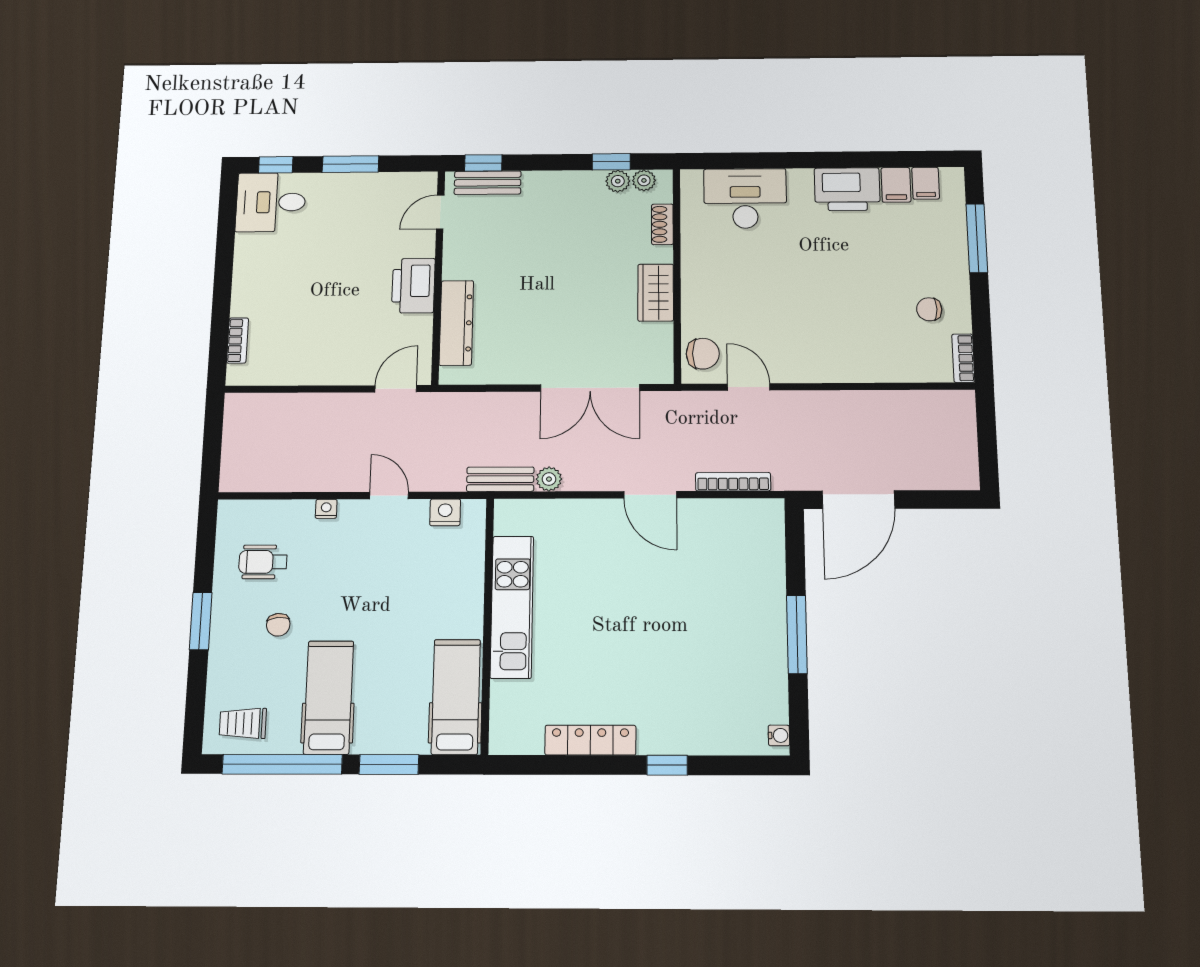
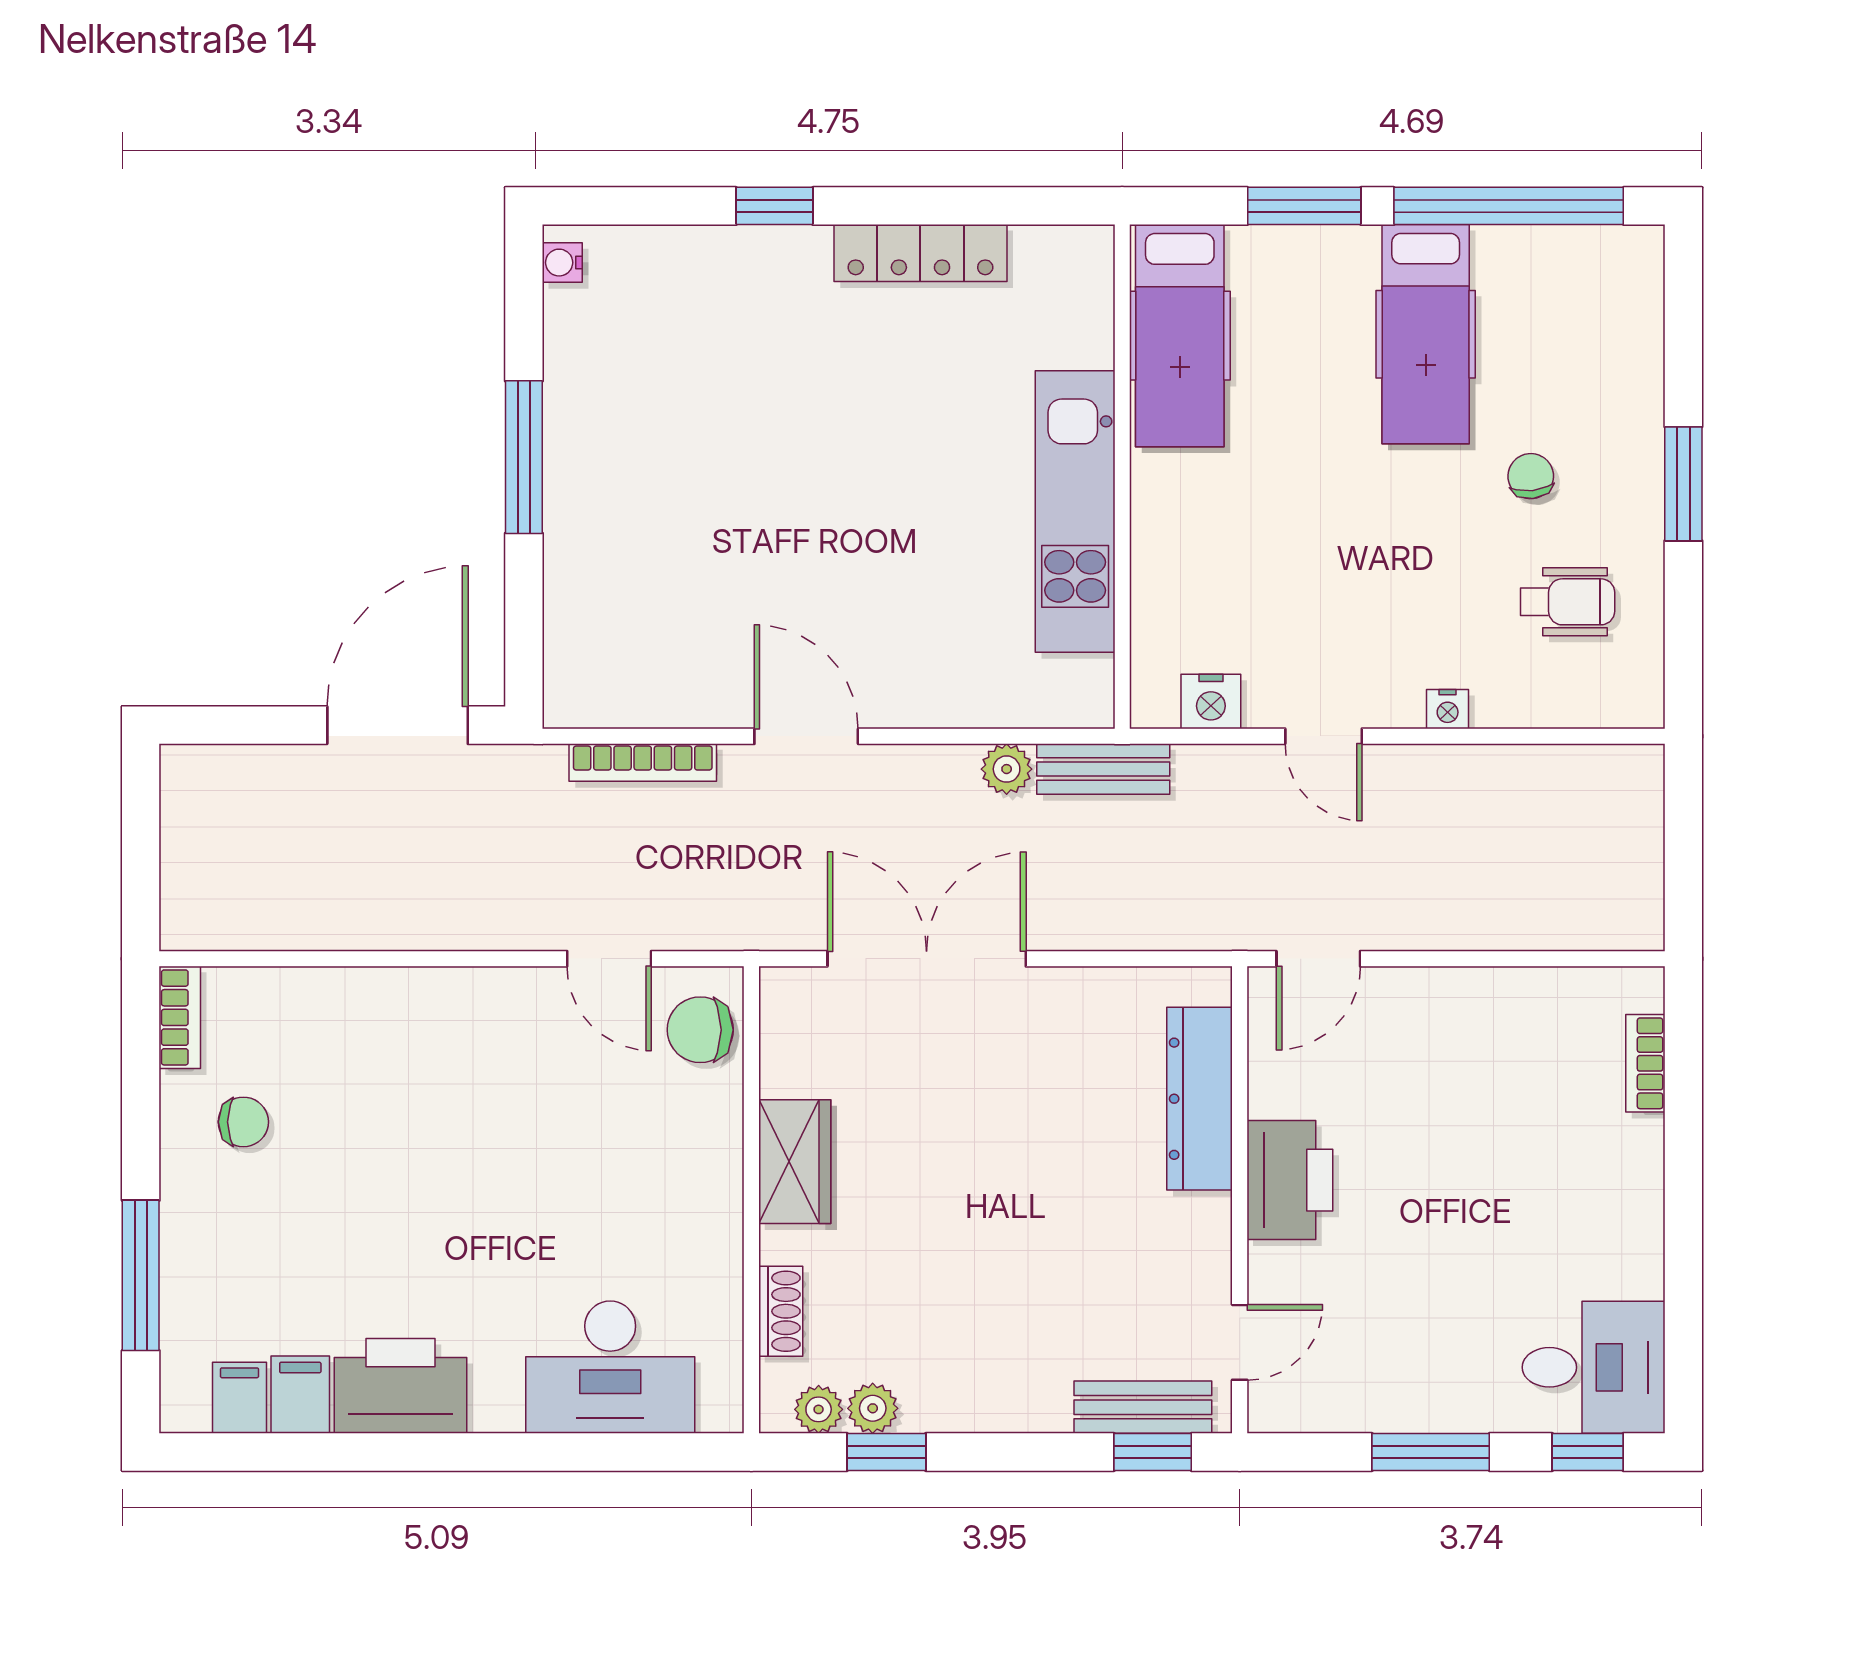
trolley: (243, 723) -> (1589, 284), removed

